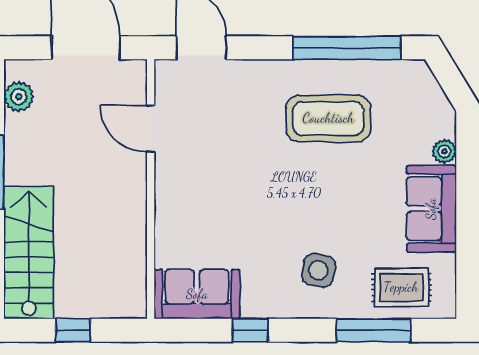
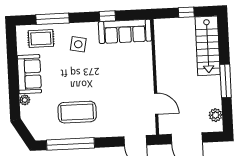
sofa: (197, 294) -> (125, 31), width x1.36

